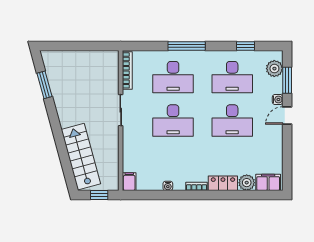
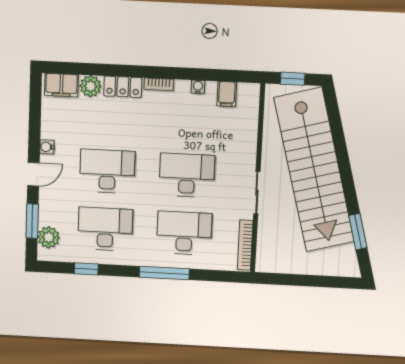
water cooler: (278, 100) -> (47, 147), moved
stairs: (81, 157) -> (314, 170), width x1.86, depth x1.51
filing cabinet: (129, 182) -> (227, 94), moved

